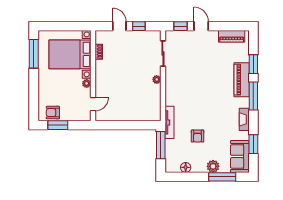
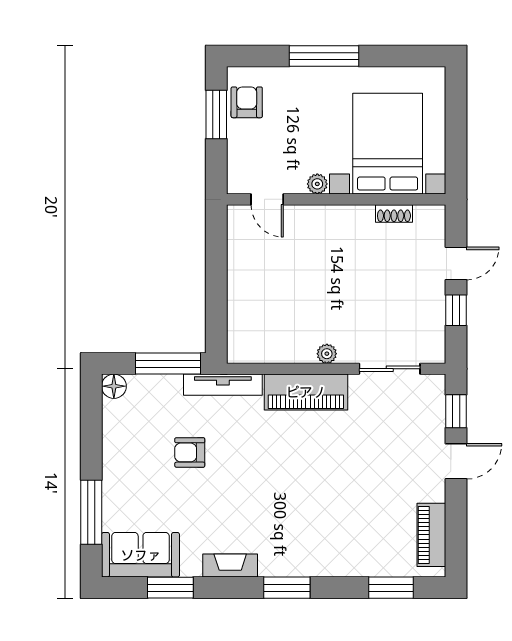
window: (34, 54) -> (324, 56), moved
window: (253, 64) -> (391, 588), moved
piano: (242, 80) -> (306, 392), moved, turned 180
window: (253, 96) -> (287, 588), width x0.69
plant: (213, 166) -> (117, 490), removed
floor lamp: (186, 167) -> (114, 386), moved

